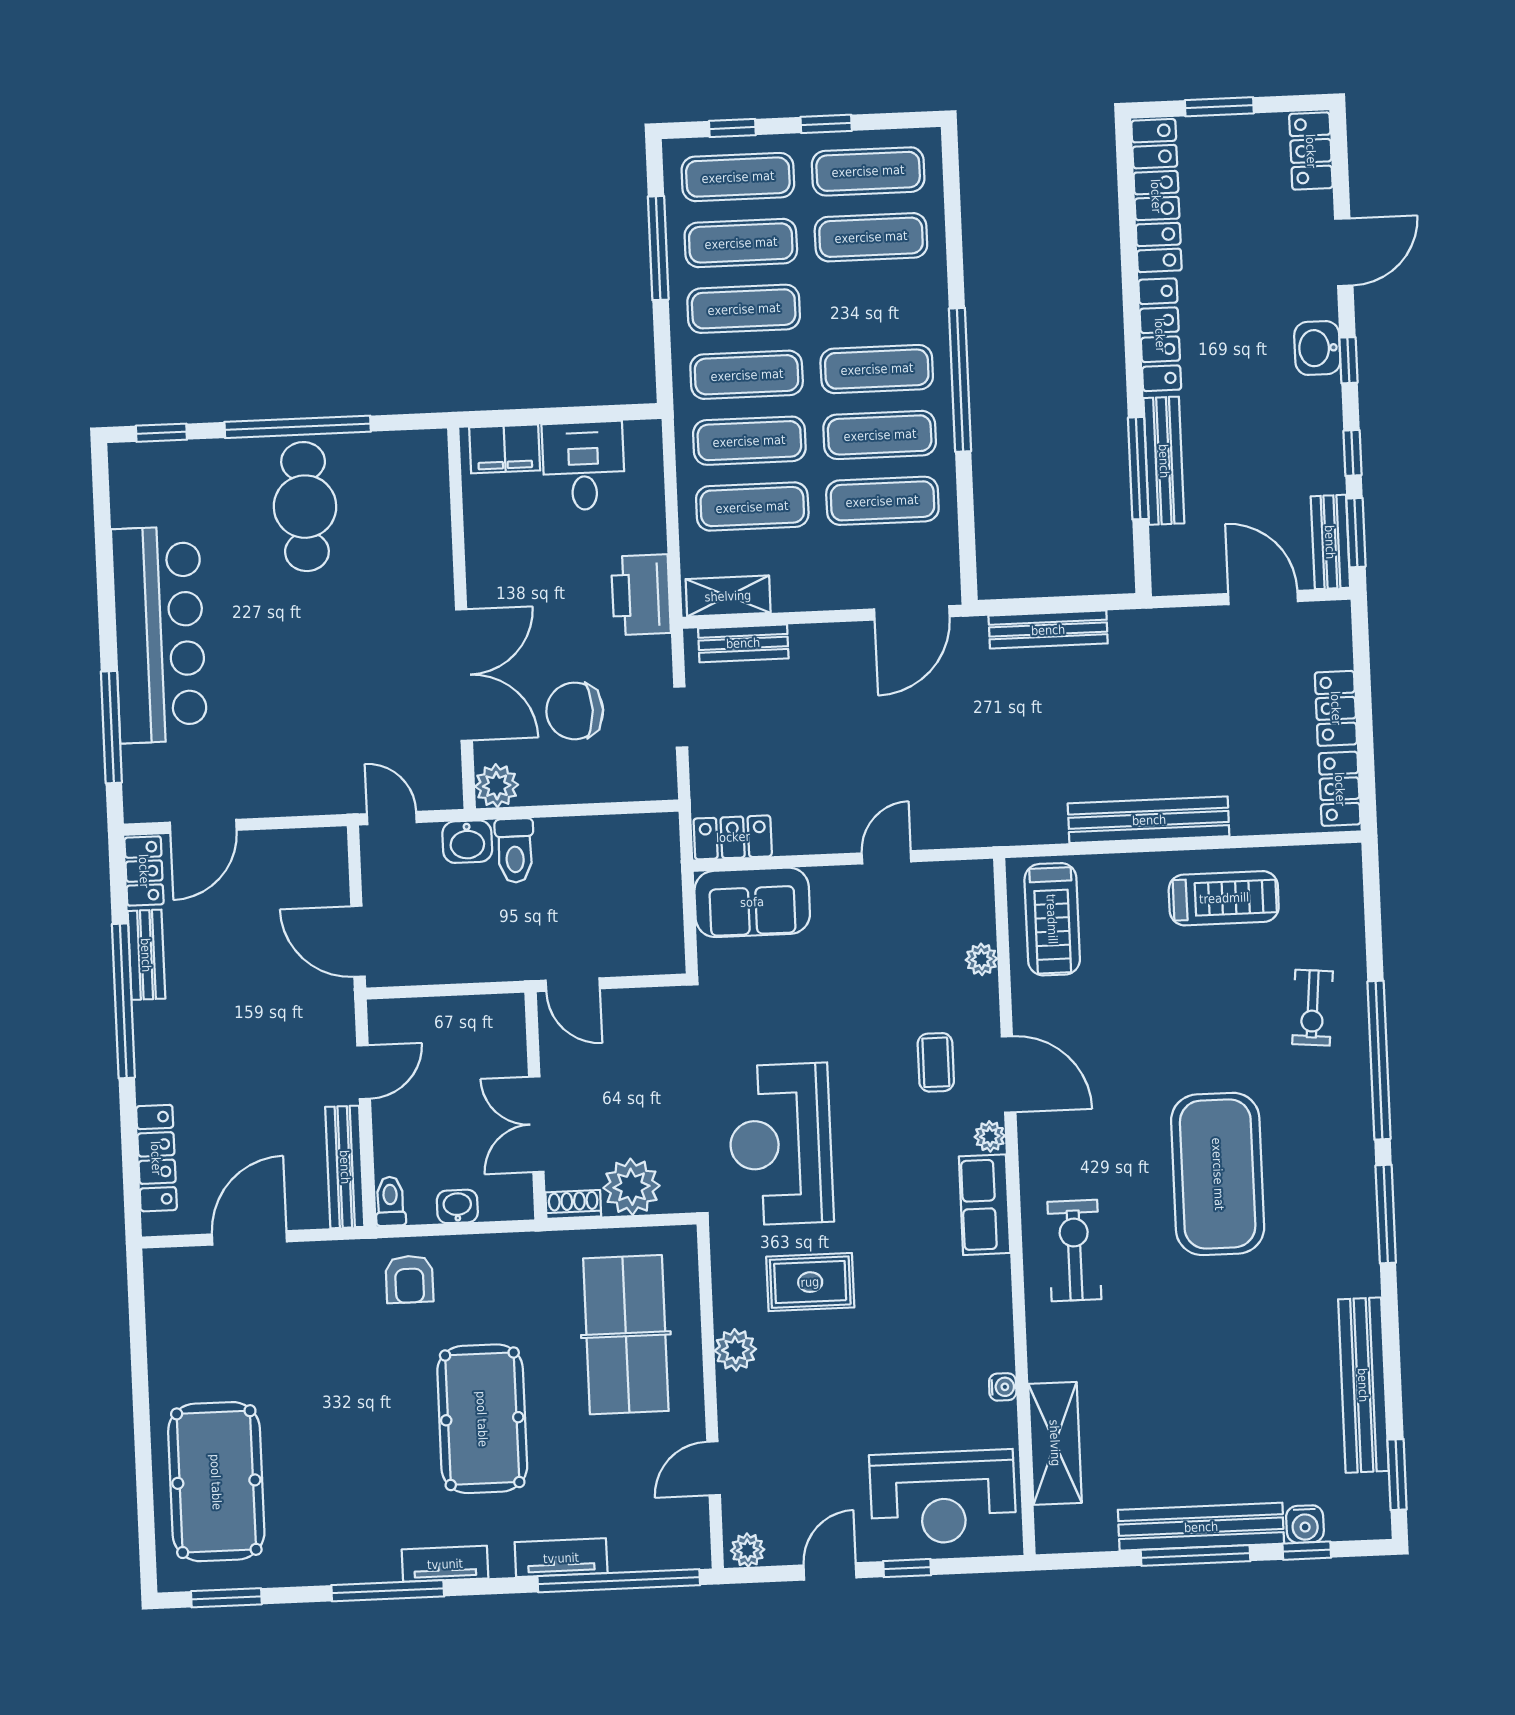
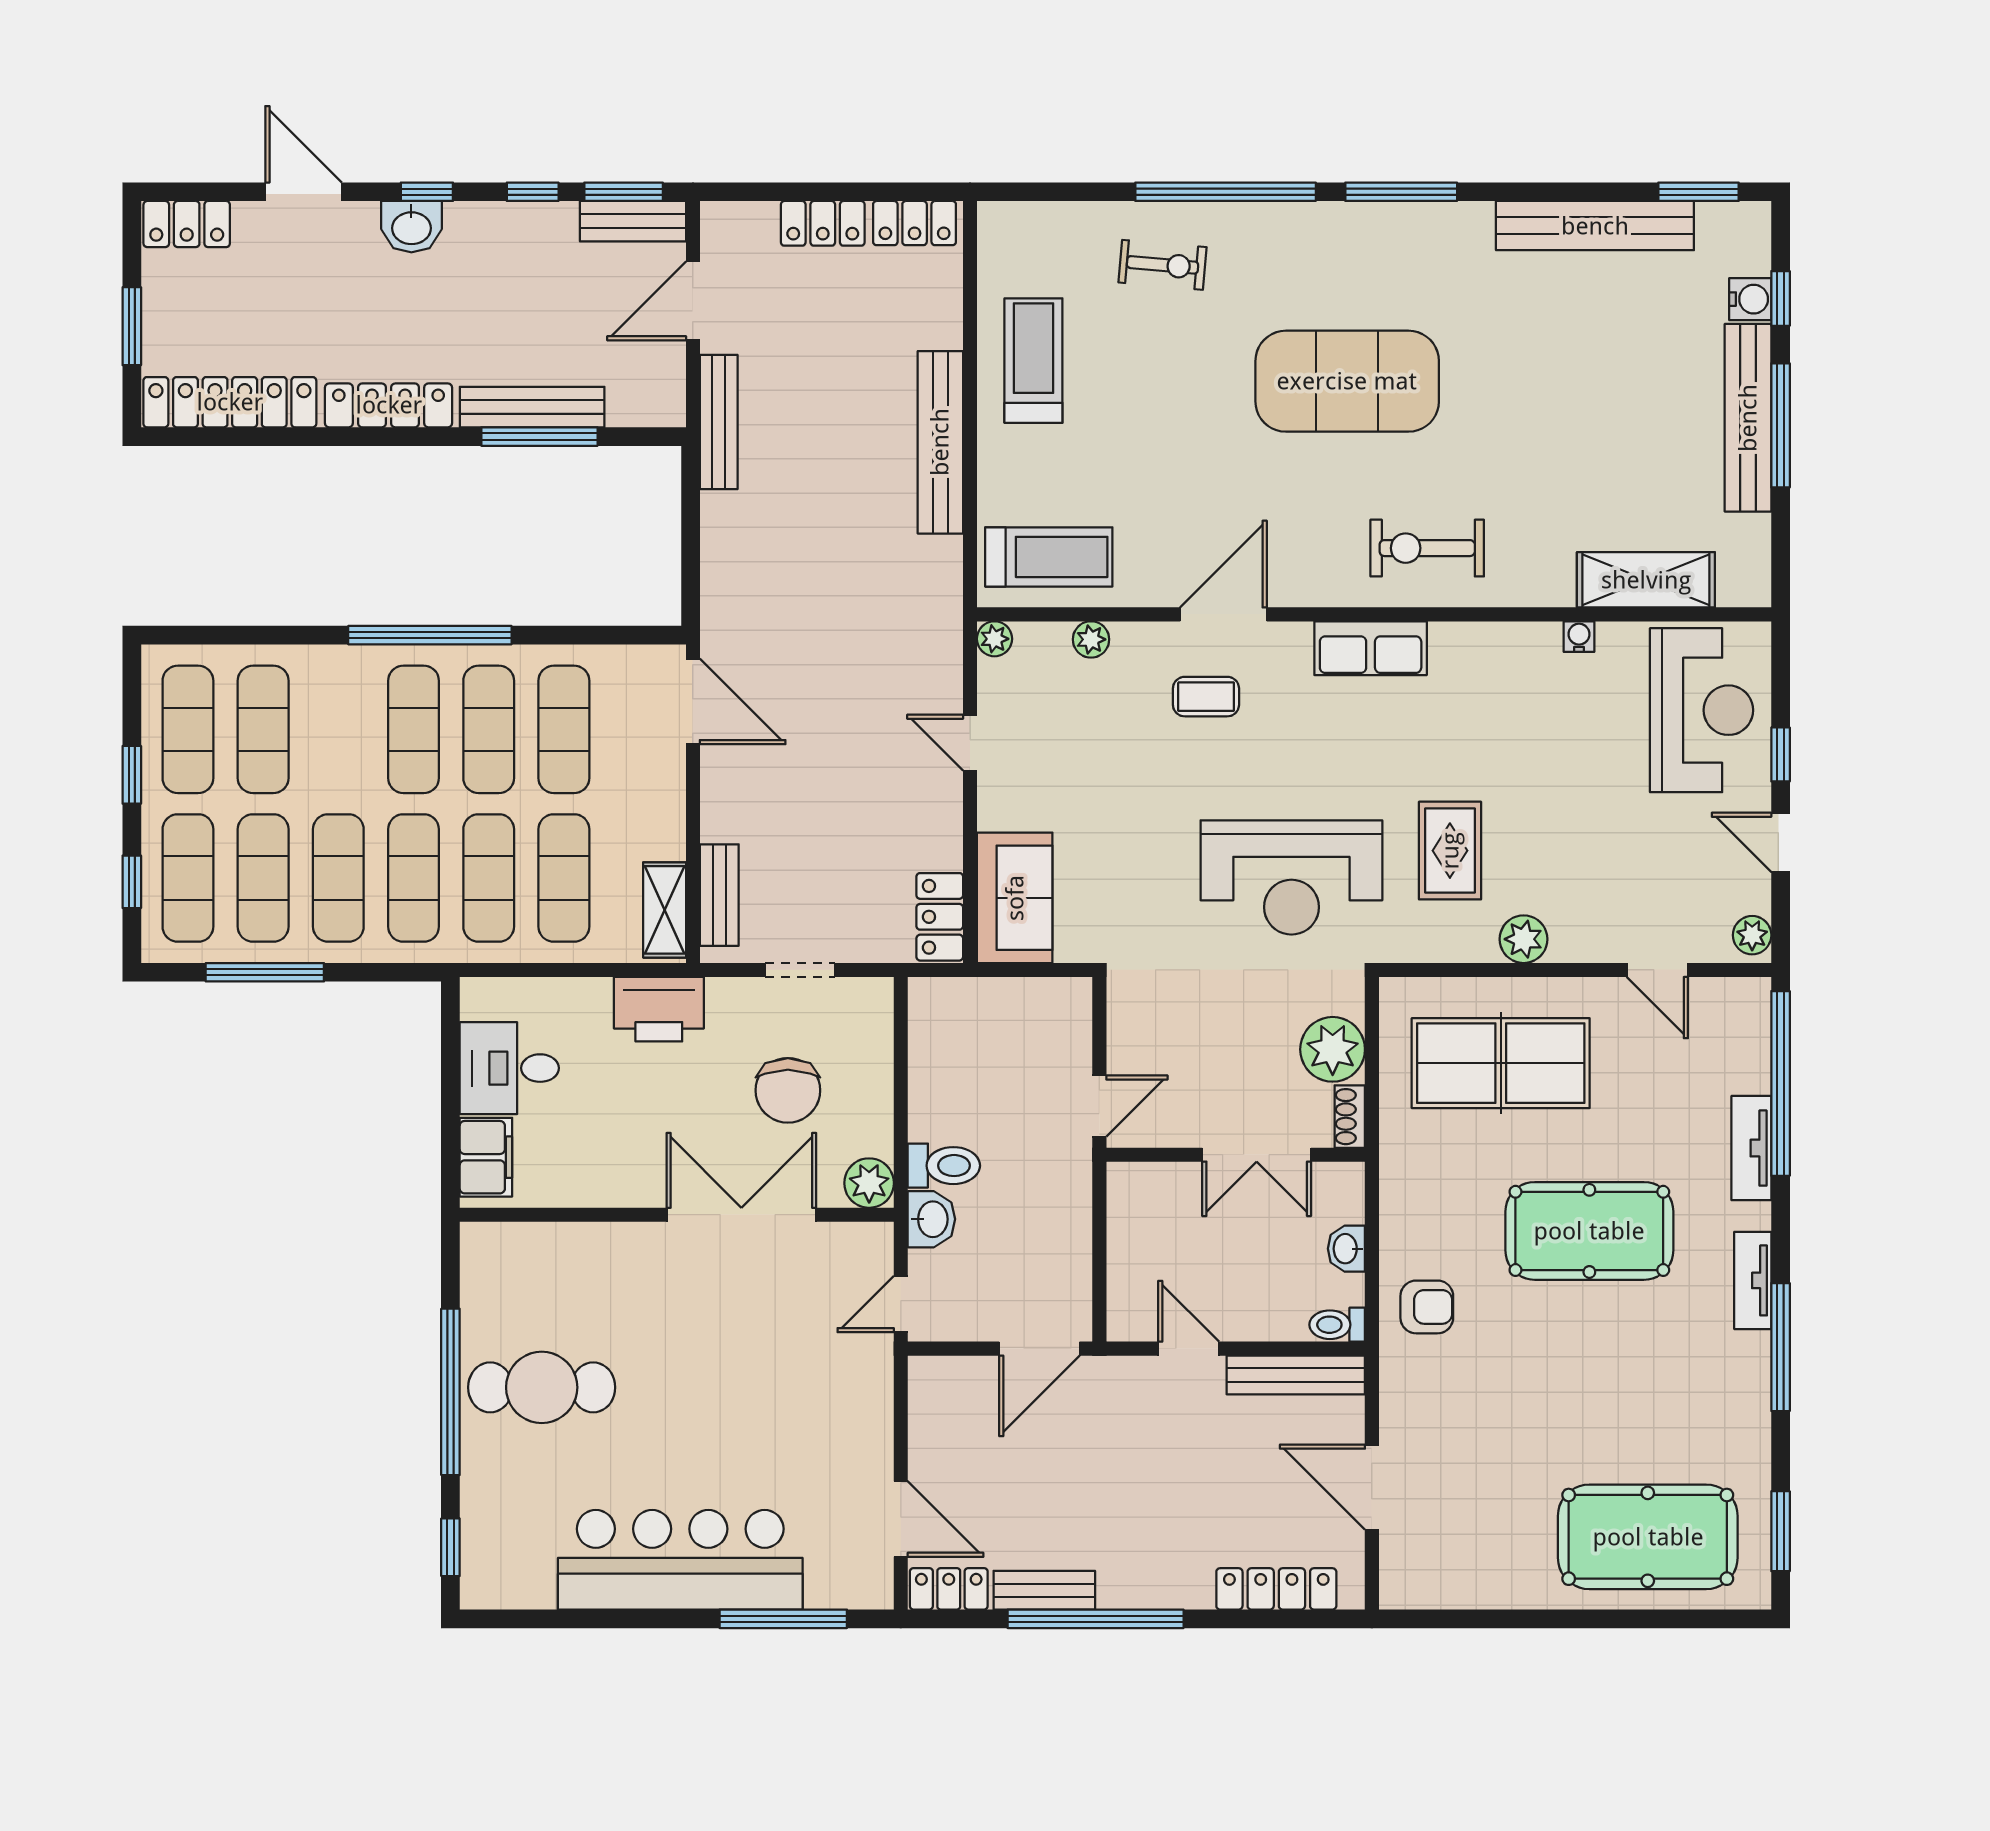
bench: (1048, 630) -> (719, 422), moved
plant: (990, 1136) -> (995, 639), moved

